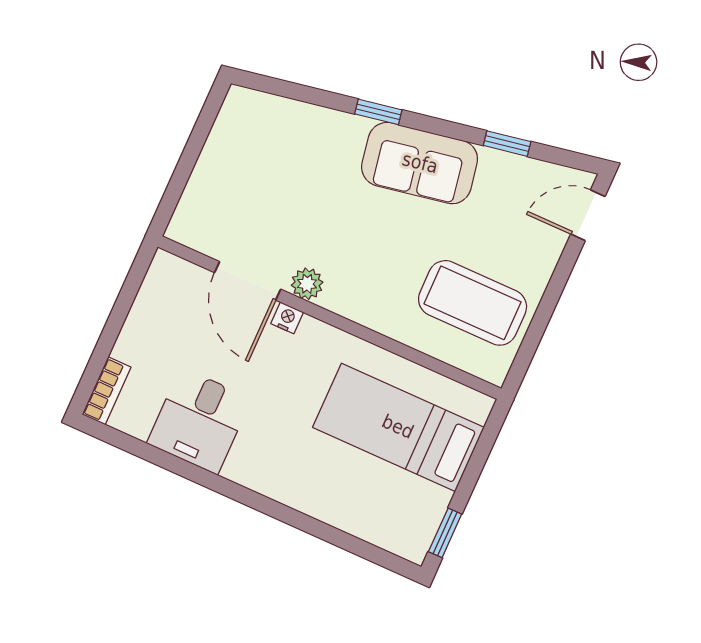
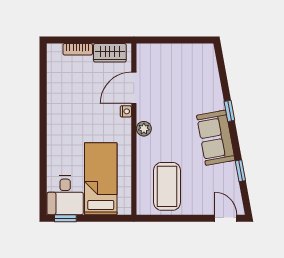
plant: (307, 284) -> (144, 129), moved
wardrobe: (157, 297) -> (110, 53), added
bookcase: (106, 391) -> (78, 49), moved
desk: (199, 421) -> (65, 195), moved, turned -90

